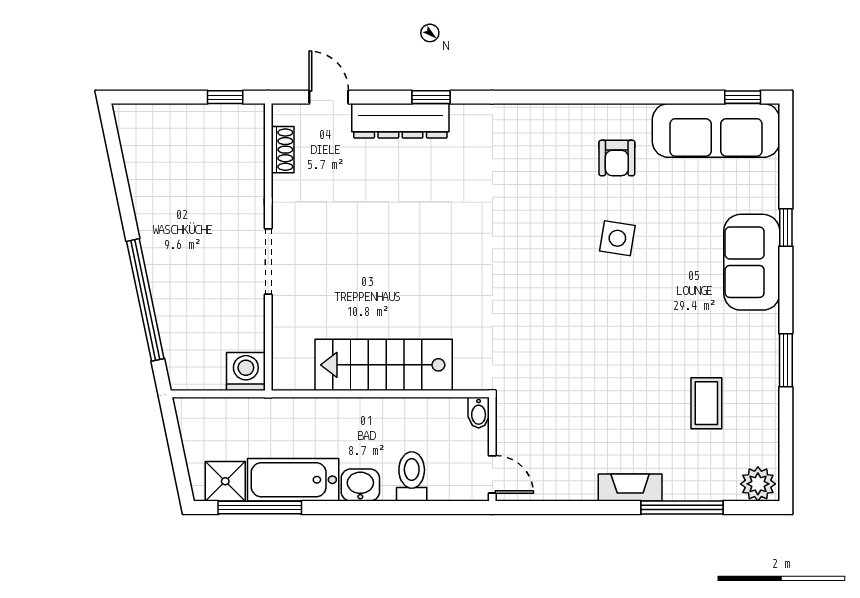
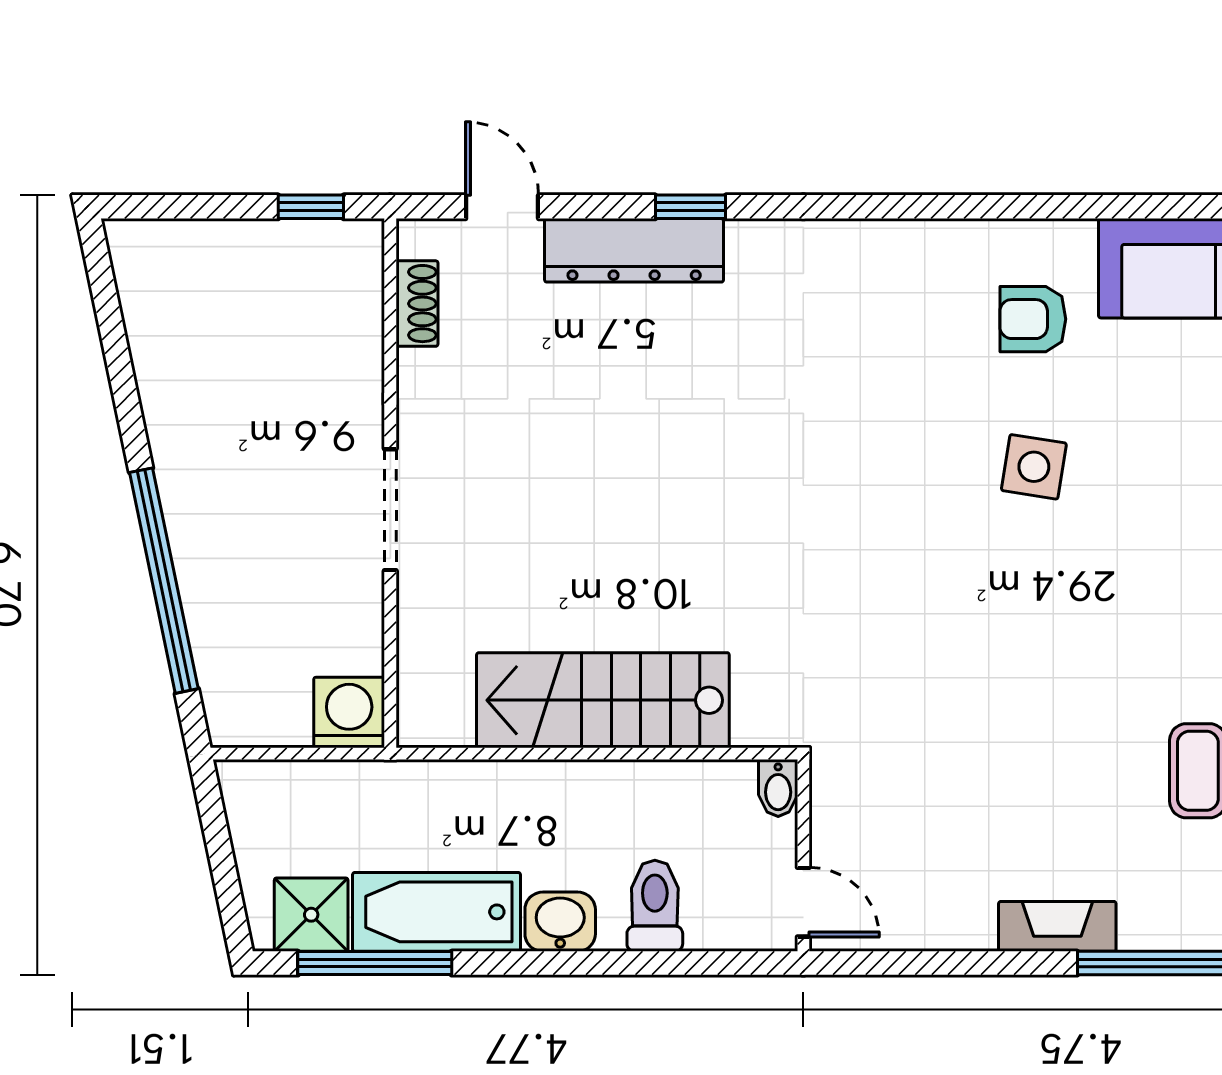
armchair: (617, 158) -> (1033, 319), turned 90

